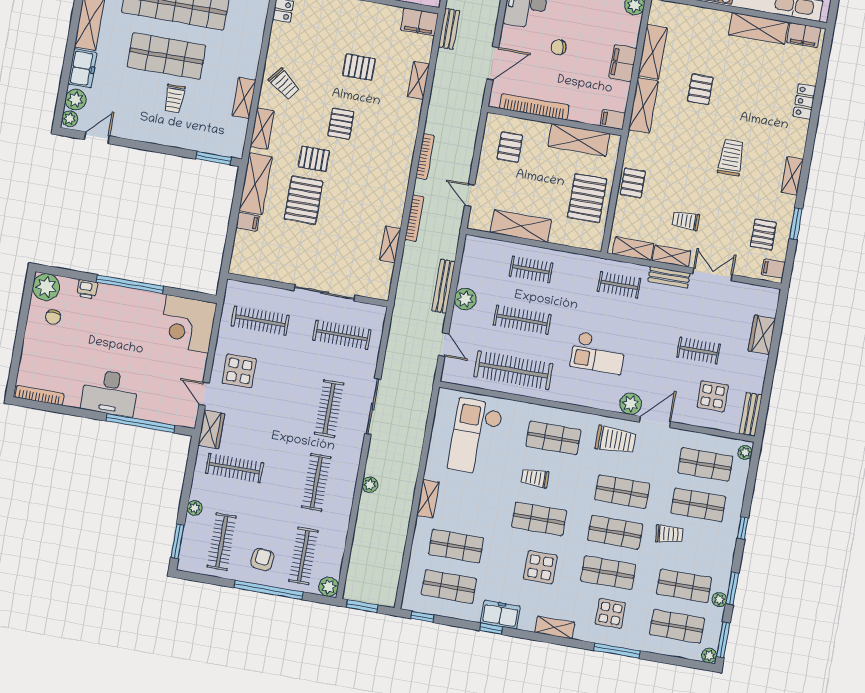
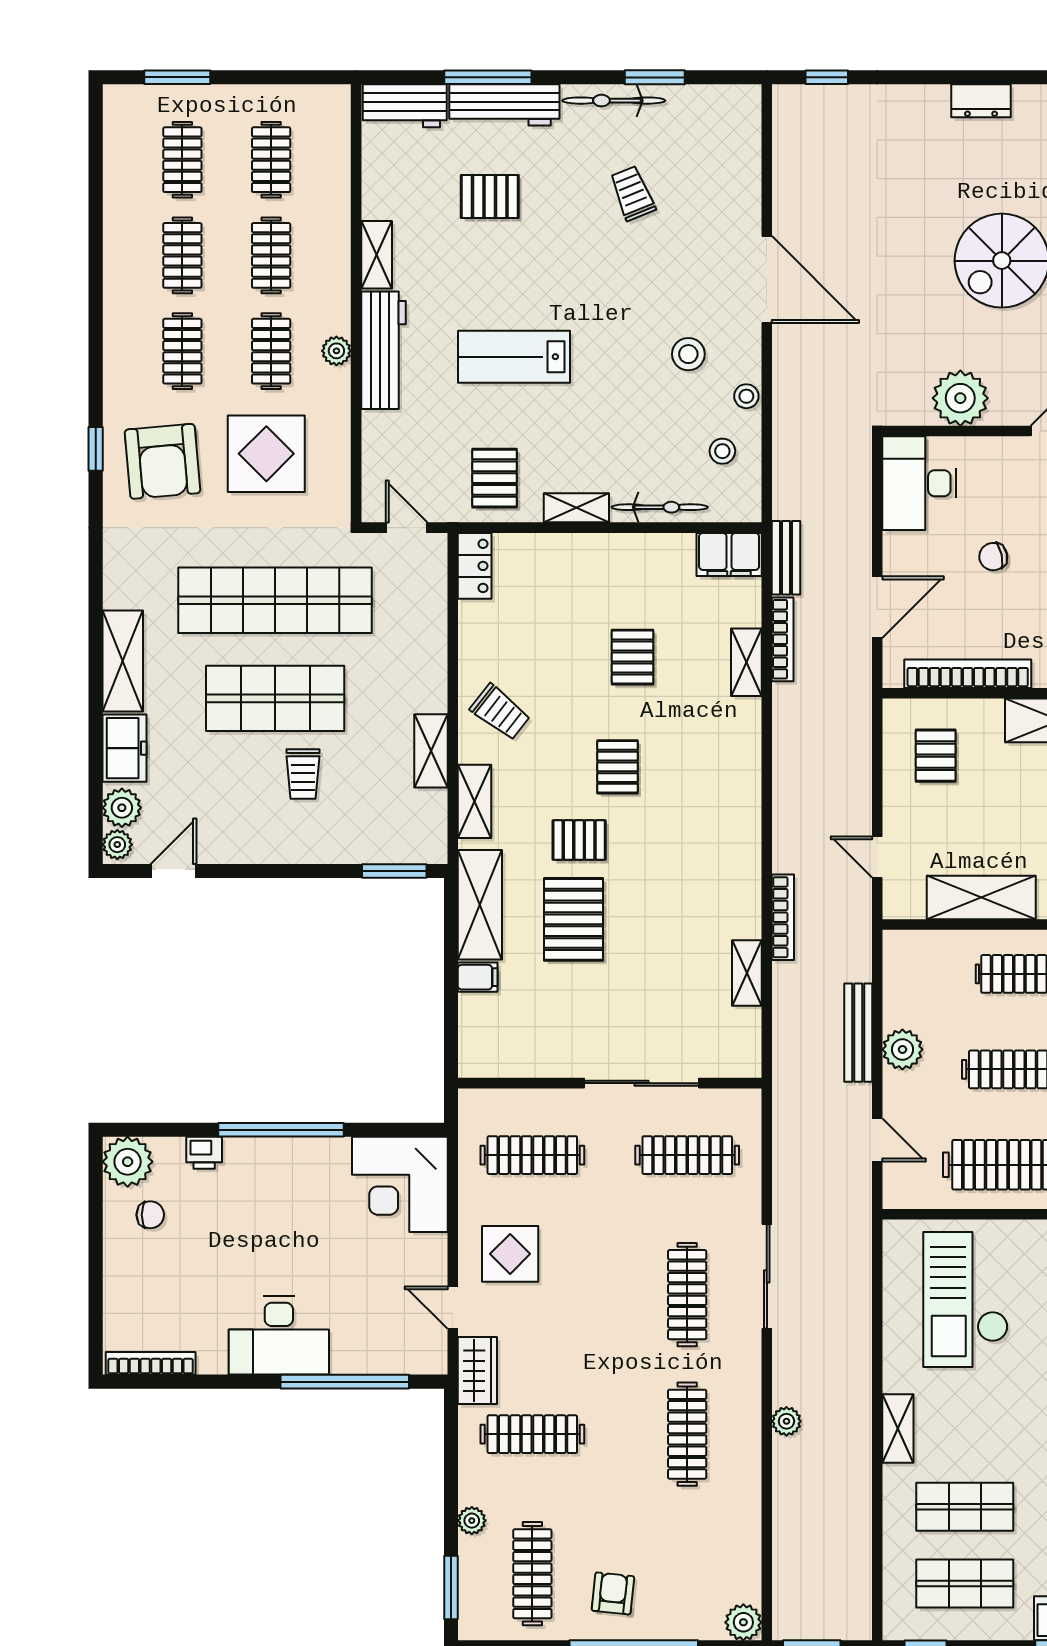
pallet: (359, 67) -> (633, 657), turned 90
bookcase: (425, 157) -> (783, 639), moved
chair: (53, 317) -> (150, 1215), turned -90
clothes rail: (303, 556) -> (687, 1574), removed

